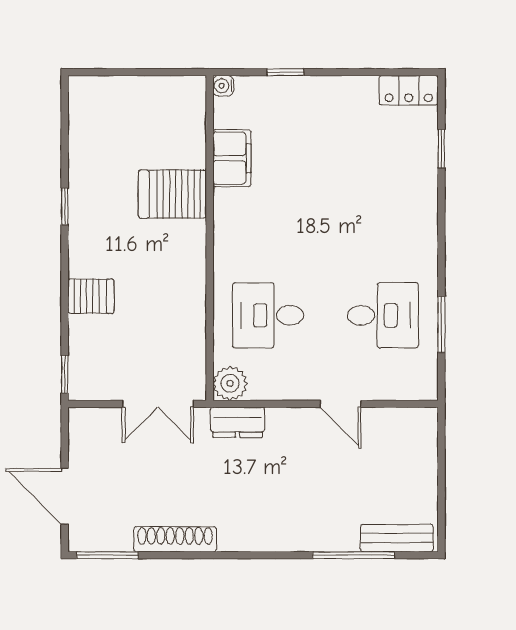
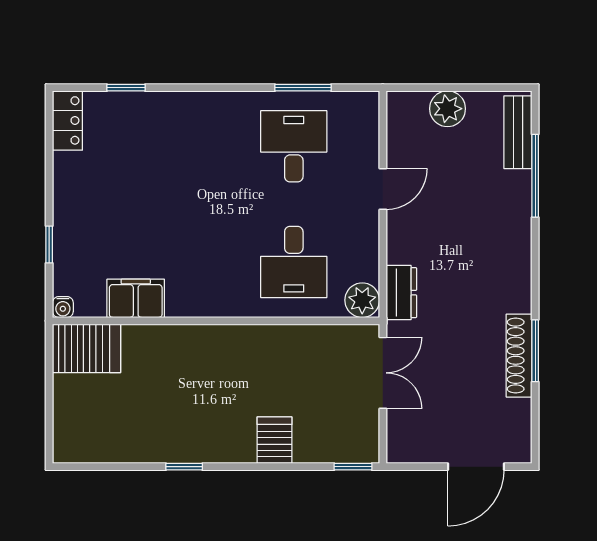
server rack: (172, 194) -> (87, 348), moved, turned -90
plant: (420, 468) -> (448, 109), added
window: (108, 555) -> (535, 351), moved

